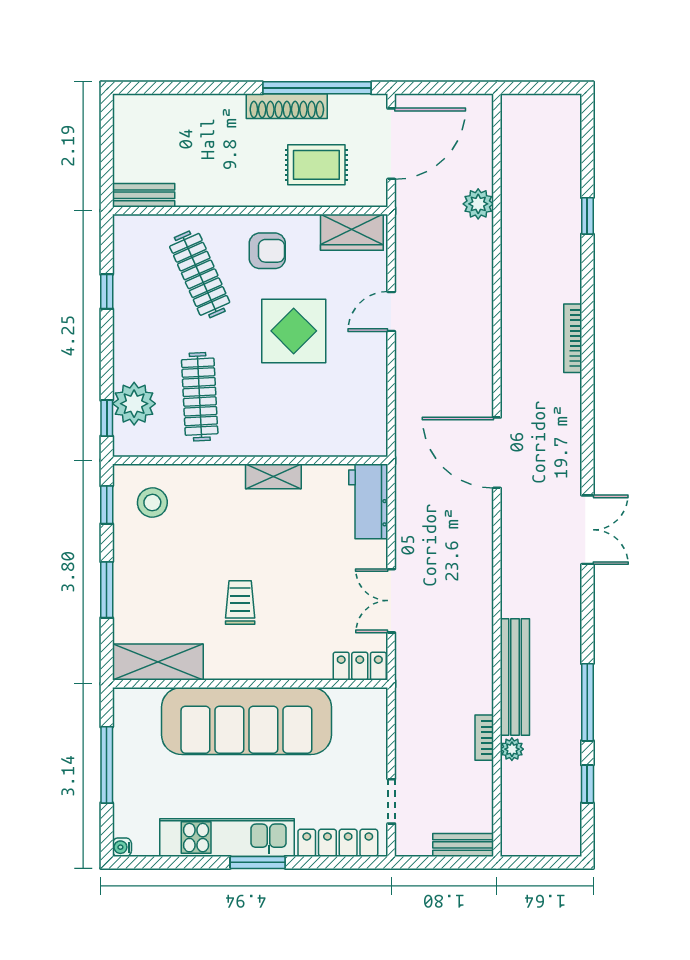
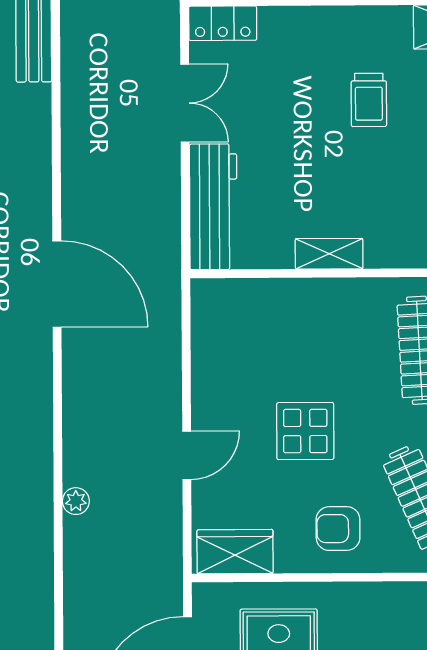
plant: (478, 204) -> (76, 501), moved, width x0.73, depth x0.73
display table: (294, 331) -> (305, 431), width x0.73, depth x0.73
workbench: (368, 501) -> (213, 207), width x1.38

